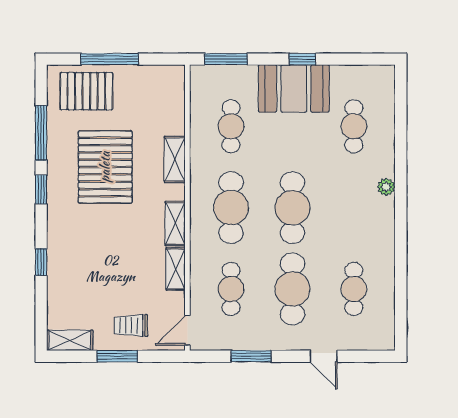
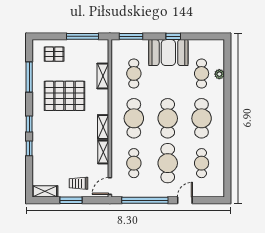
window: (110, 59) -> (82, 36), moved
pallet: (86, 91) -> (54, 54), width x0.67, depth x0.71
shelving: (175, 159) -> (103, 76), moved
pallet: (105, 167) -> (64, 96), turned 90
plant: (386, 187) -> (219, 74), moved
window: (41, 190) -> (29, 124), moved
cafe table: (354, 208) -> (202, 118), added
window: (251, 356) -> (145, 200), width x2.11
door: (324, 356) -> (185, 200), swing flipped

